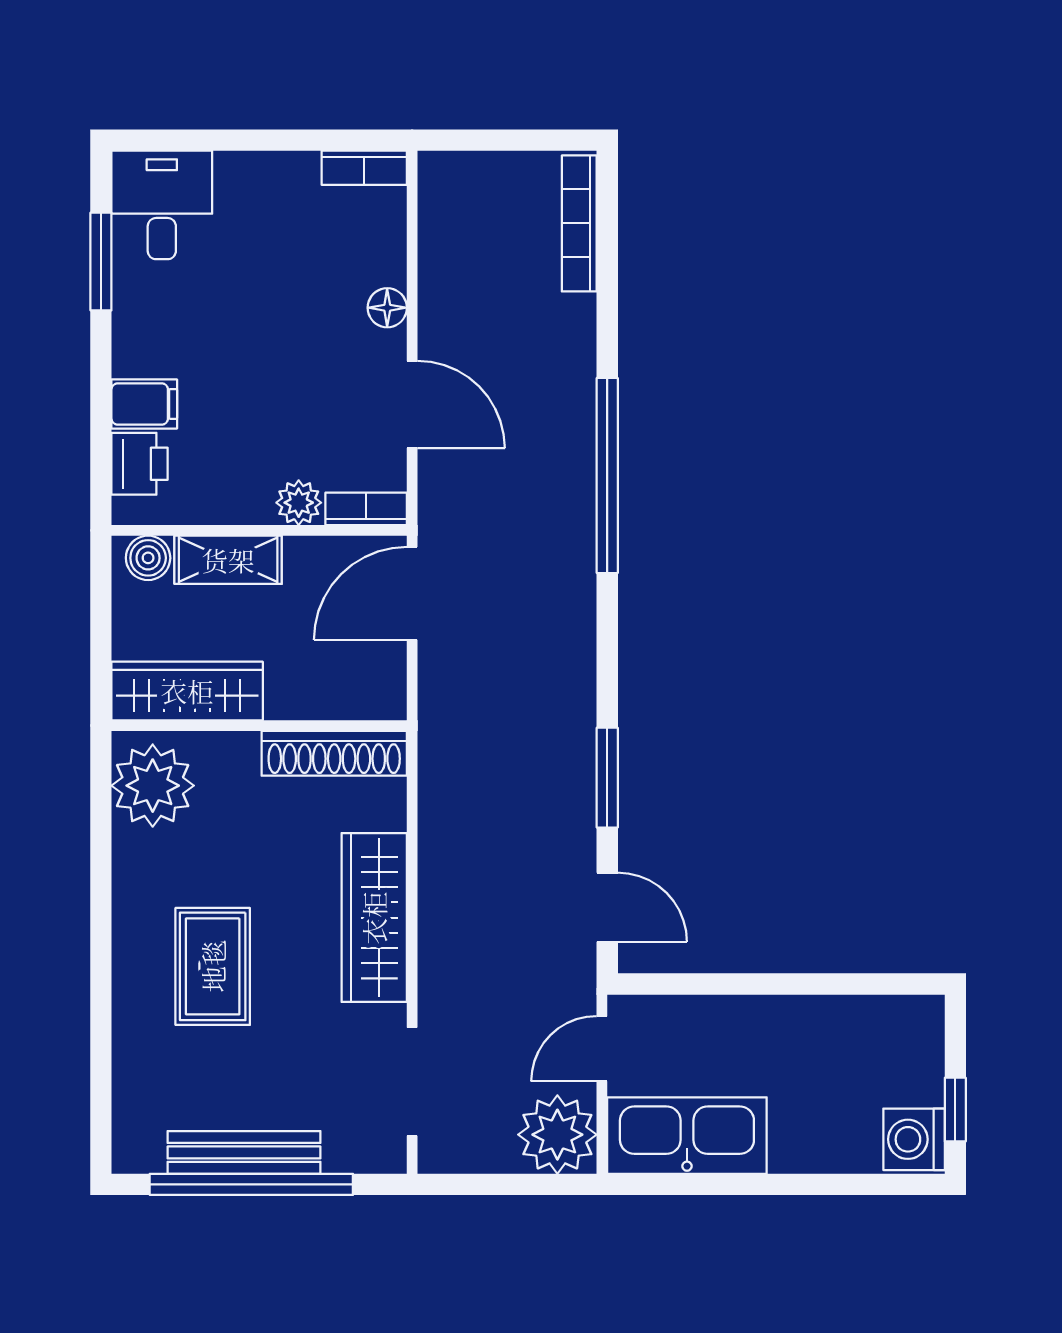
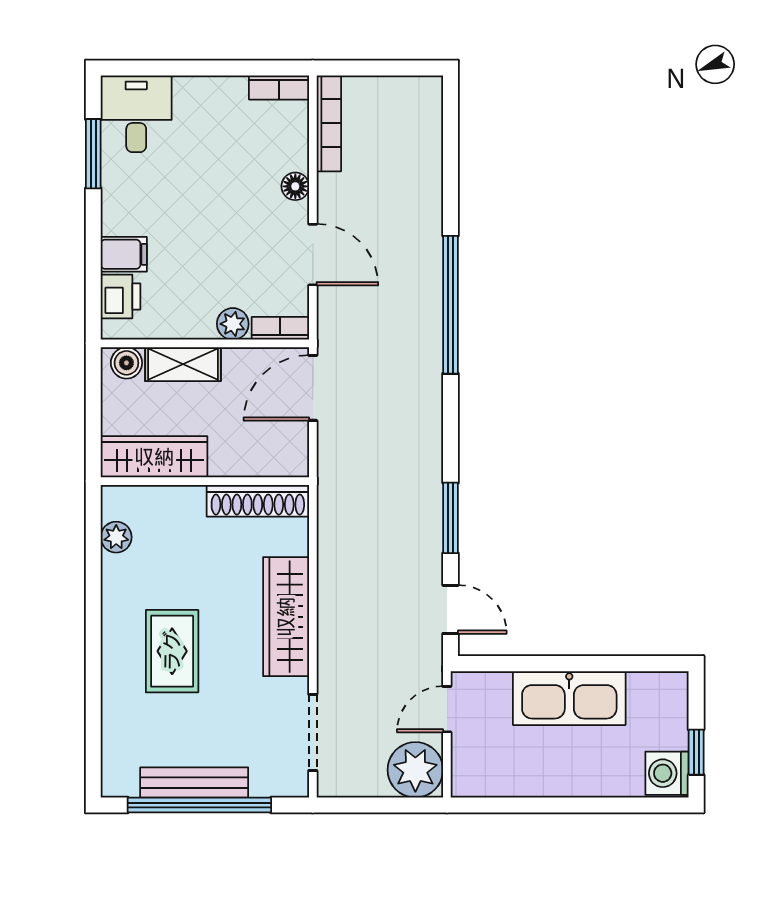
bookcase: (579, 223) -> (329, 123), moved, turned 180
plant: (153, 786) -> (116, 537), width x0.53, depth x0.53
kitchen sink: (687, 1136) -> (569, 698), moved, turned 180

